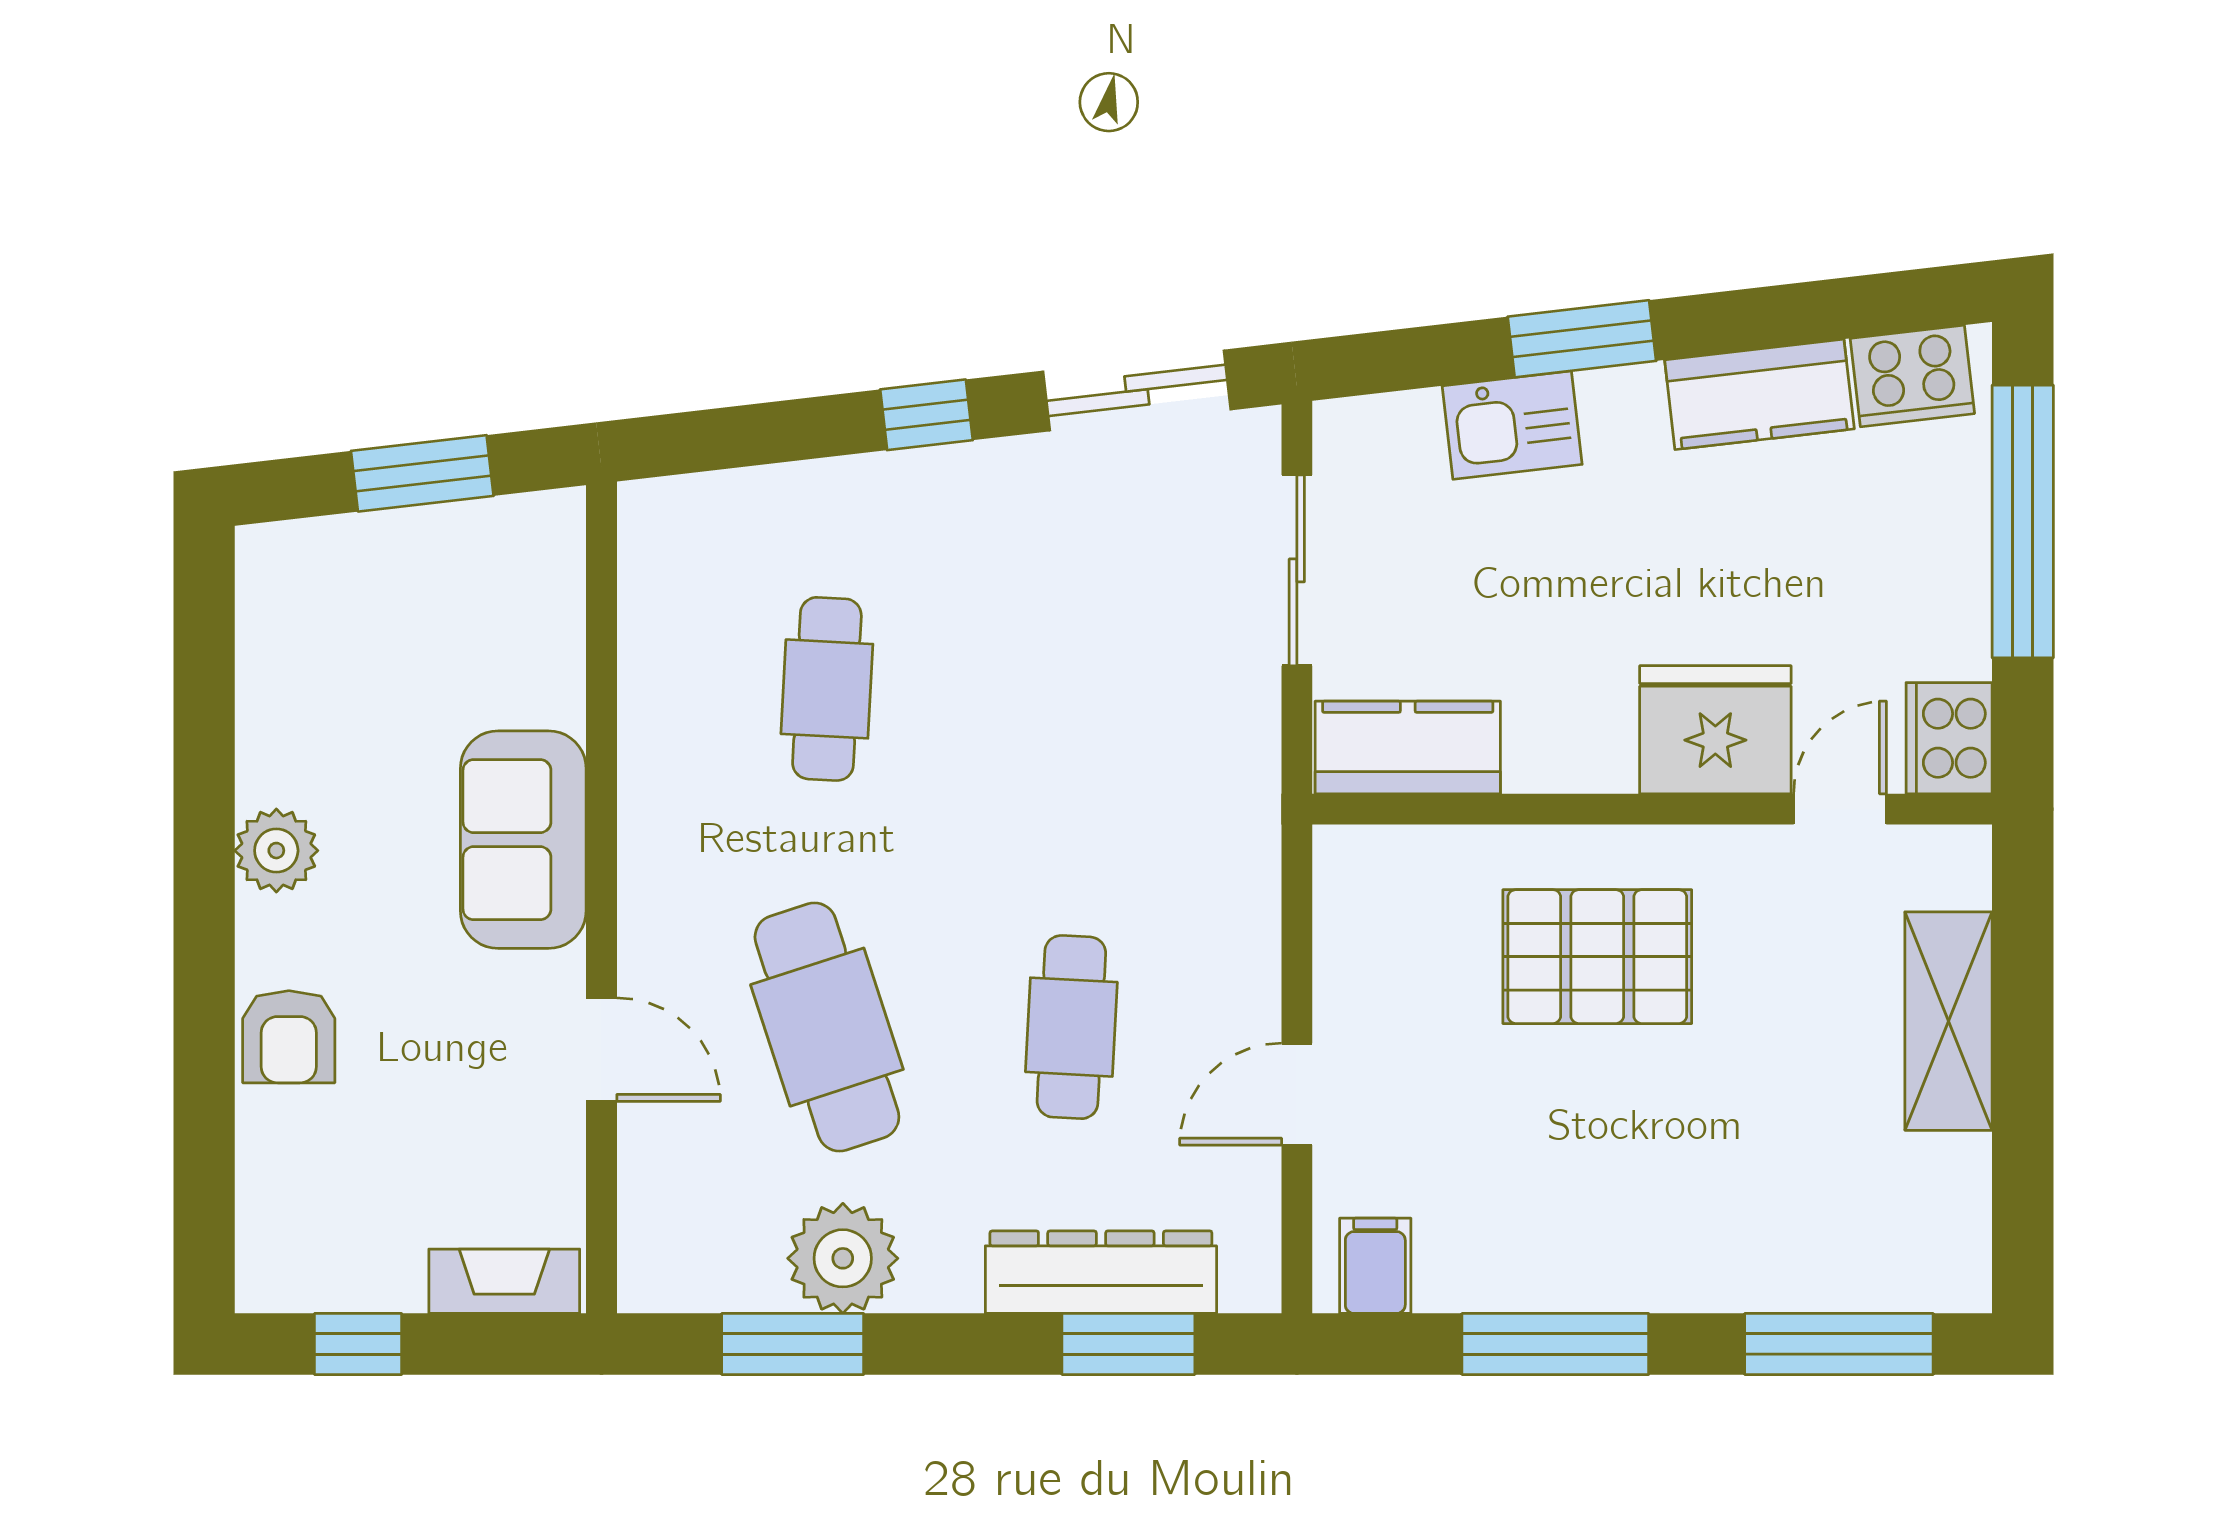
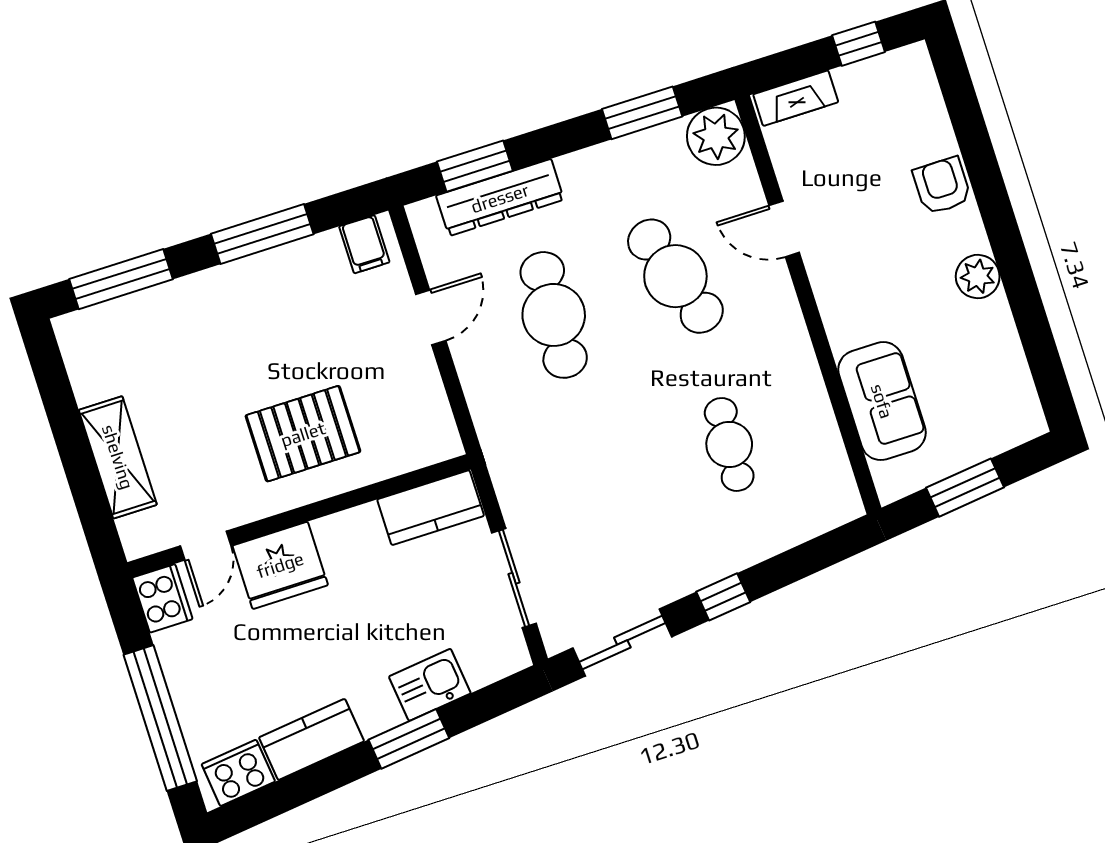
sofa: (523, 840) -> (882, 401), moved
cafe table: (1071, 1027) -> (554, 315), width x1.37, depth x1.35
plant: (843, 1258) -> (716, 136), moved

